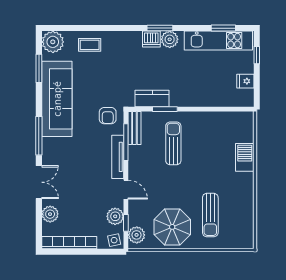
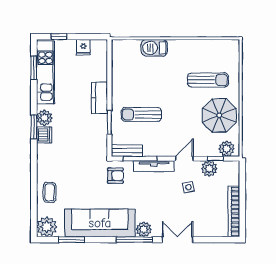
kitchen counter: (152, 99) -> (100, 98), moved
plant: (50, 214) -> (144, 229), moved
side table: (114, 240) -> (188, 187), moved

